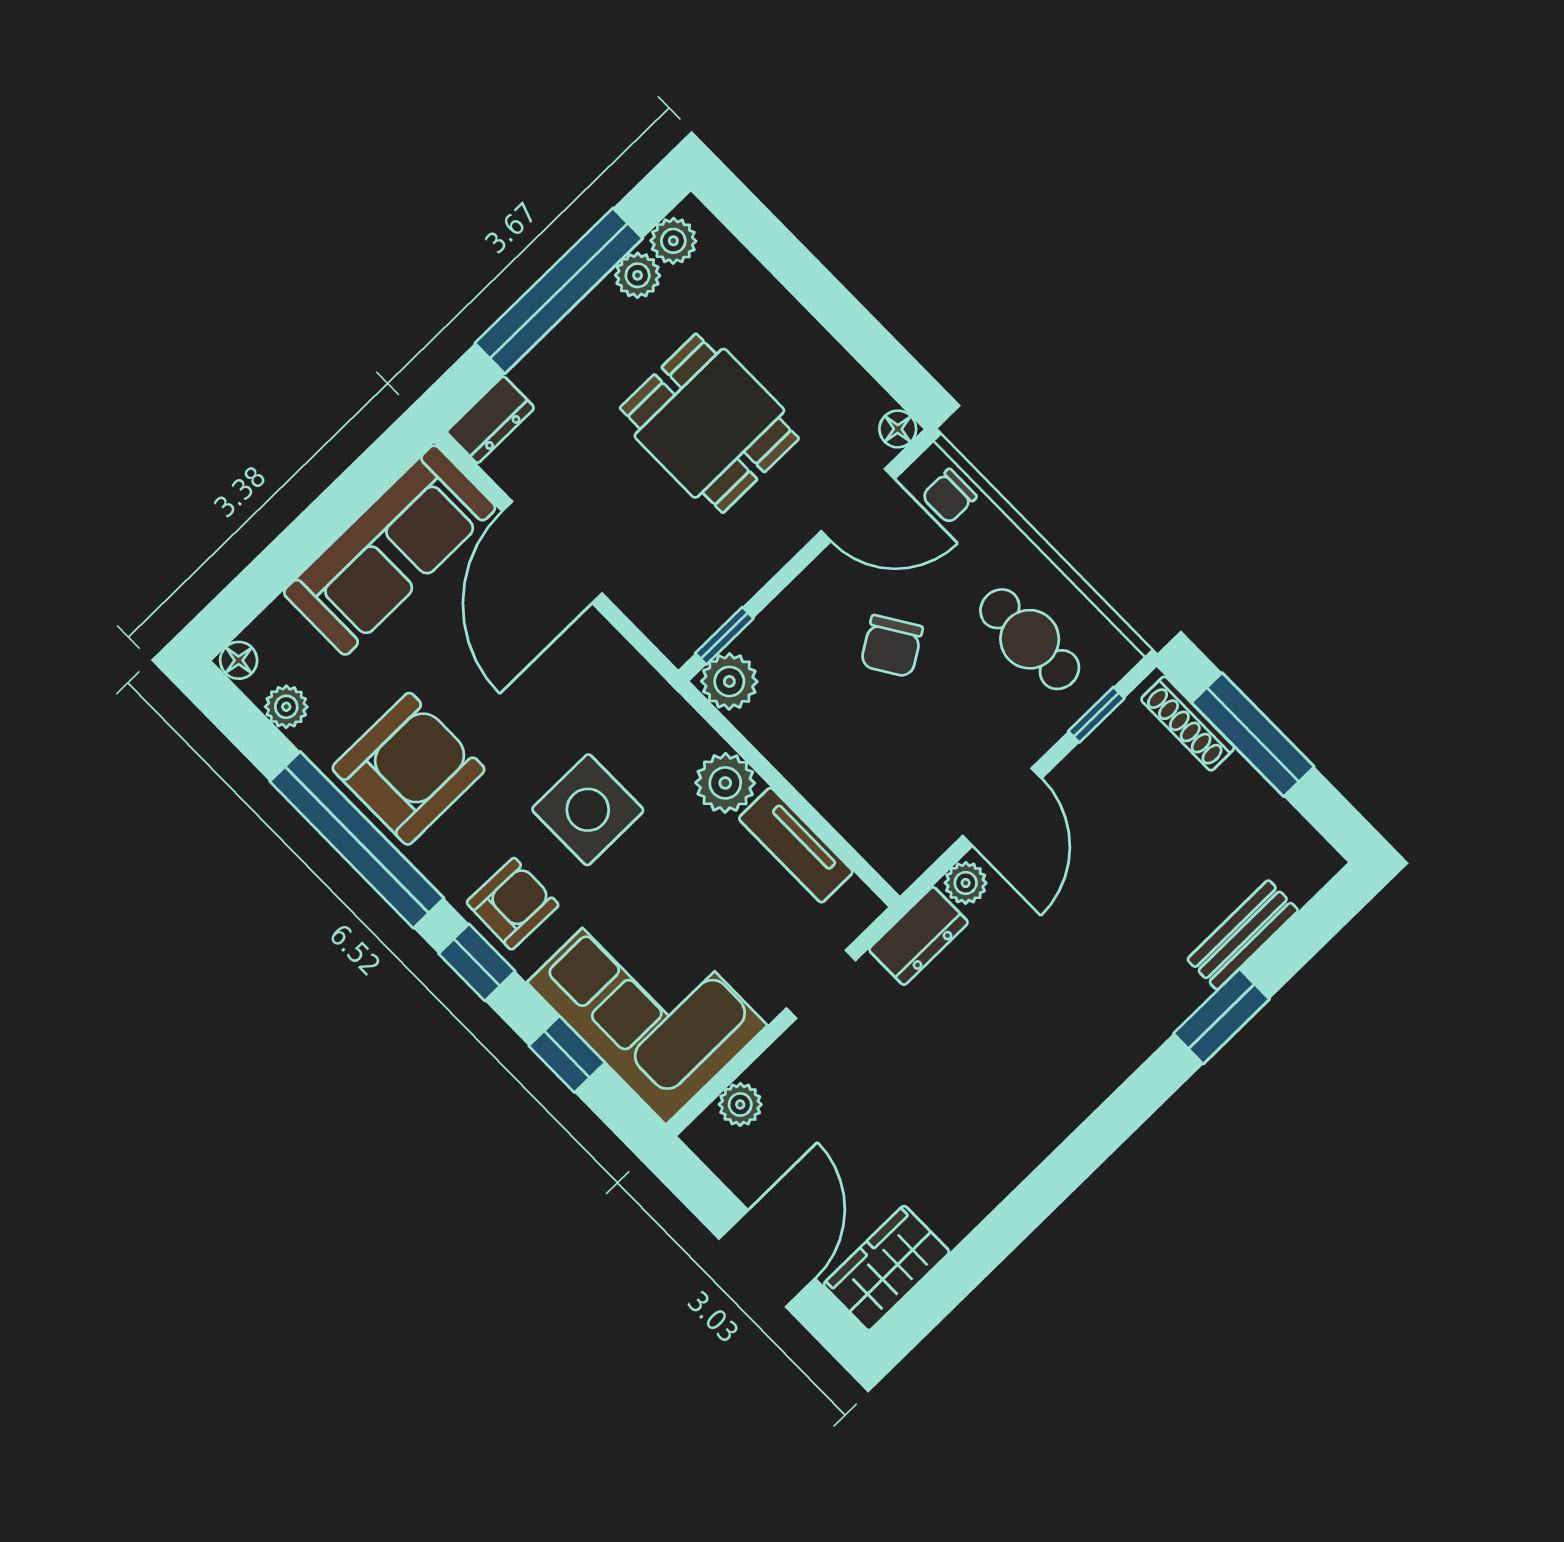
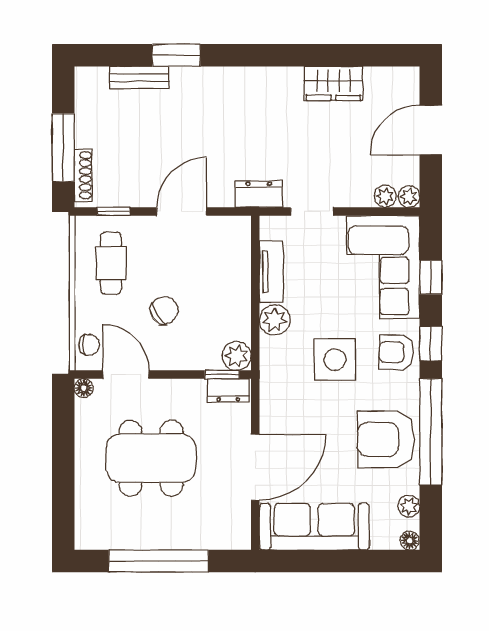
plant: (673, 241) -> (98, 538), removed
plant: (638, 275) -> (124, 538), removed
dresser: (490, 420) -> (228, 390), moved, turned 180
dining table: (709, 423) -> (151, 458), width x1.38
plant: (966, 883) -> (409, 197), moved
wardrobe: (886, 1268) -> (333, 83), moved

